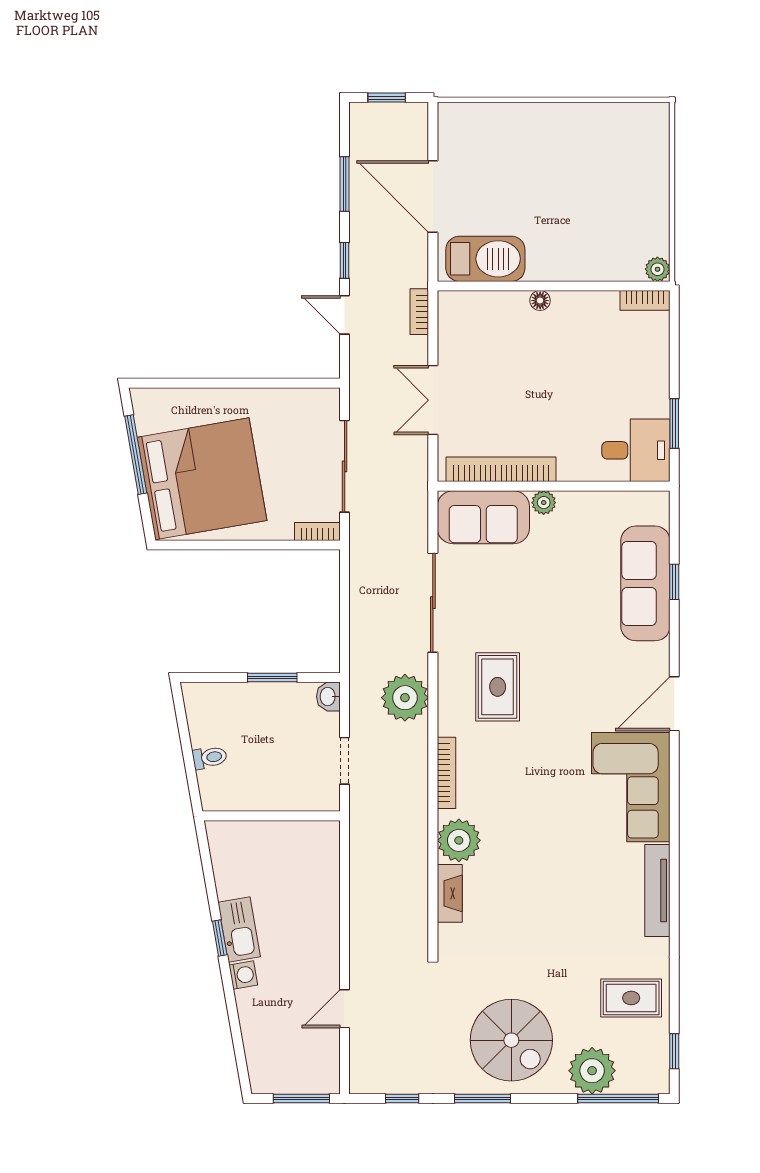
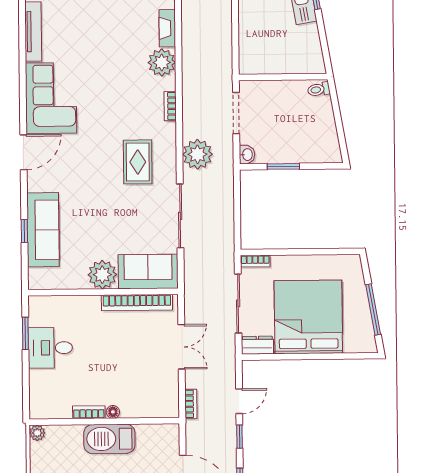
barbecue: (485, 259) -> (109, 439), moved
bookcase: (645, 300) -> (89, 412), moved
door: (345, 315) -> (239, 401), hinge flipped
dresser: (315, 401) -> (257, 345), added
desk: (636, 450) -> (50, 348), moved
bed: (202, 479) -> (308, 317), moved, turned 100
plant: (544, 503) -> (102, 275), width x1.87, depth x1.87
toilet: (210, 757) -> (319, 89), moved
doorway: (345, 761) -> (236, 113), width x1.38
bookcase: (446, 773) -> (170, 106), width x0.64

